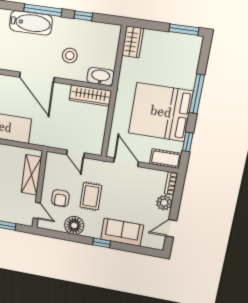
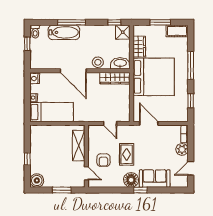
window: (83, 16) -> (114, 22), moved
window: (184, 30) -> (160, 22), moved
shower: (111, 34) -> (123, 32), added
wardrobe: (133, 42) -> (139, 47), moved
stool: (70, 56) -> (98, 62), moved
bed: (161, 112) -> (154, 77), moved, turned 180
cot: (166, 159) -> (177, 31), moved
floor lamp: (74, 225) -> (131, 180), moved

